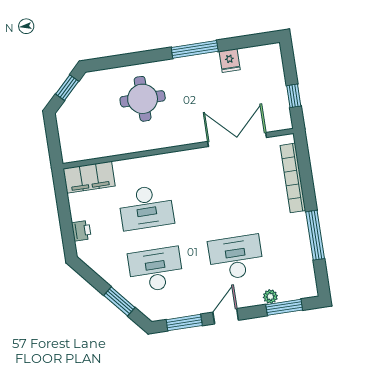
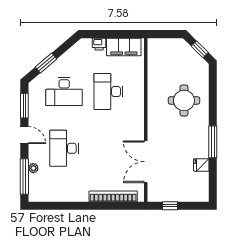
double door: (237, 140) -> (146, 162), swing flipped
filing cabinet: (89, 177) -> (124, 47), moved, turned -90
window: (315, 235) -> (71, 206), removed
desk: (236, 257) -> (64, 148), turned 180
desk: (156, 270) -> (64, 91), turned 90
window: (284, 307) -> (24, 177), width x1.44

